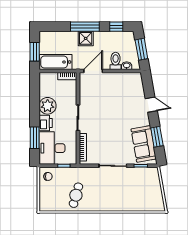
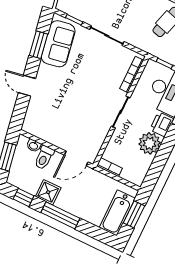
shower: (86, 38) -> (48, 192), moved
bathtub: (56, 62) -> (117, 213), moved, turned 90

